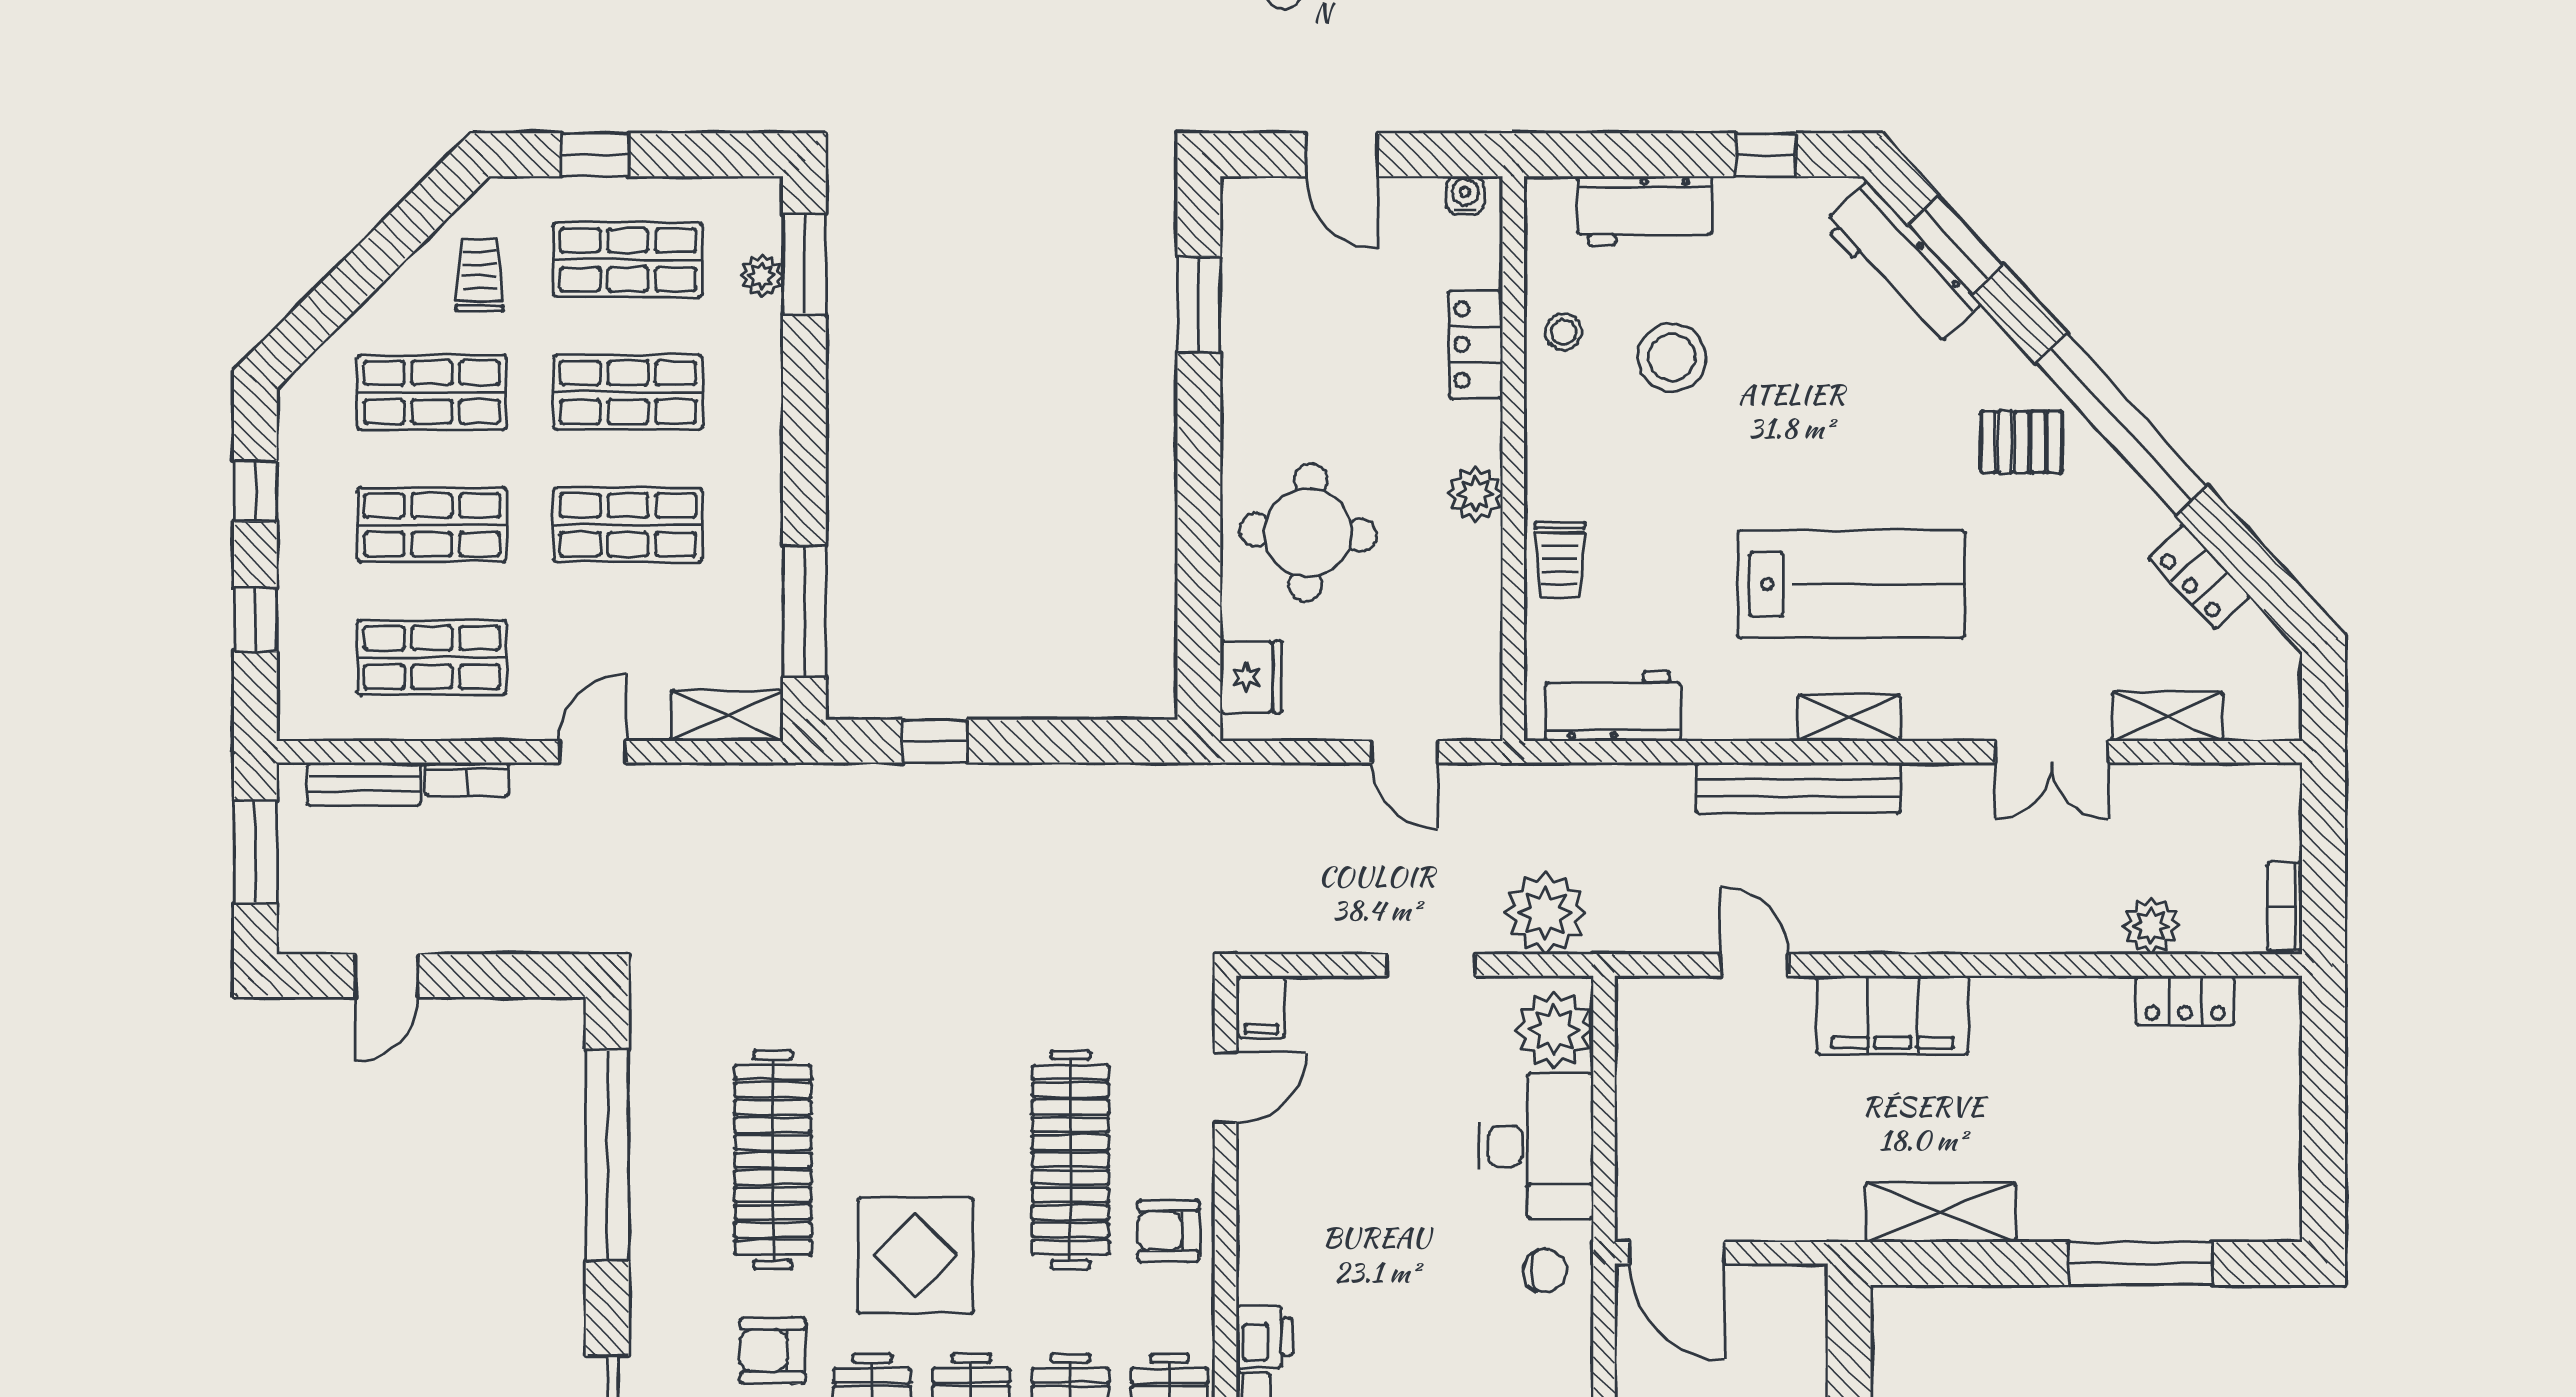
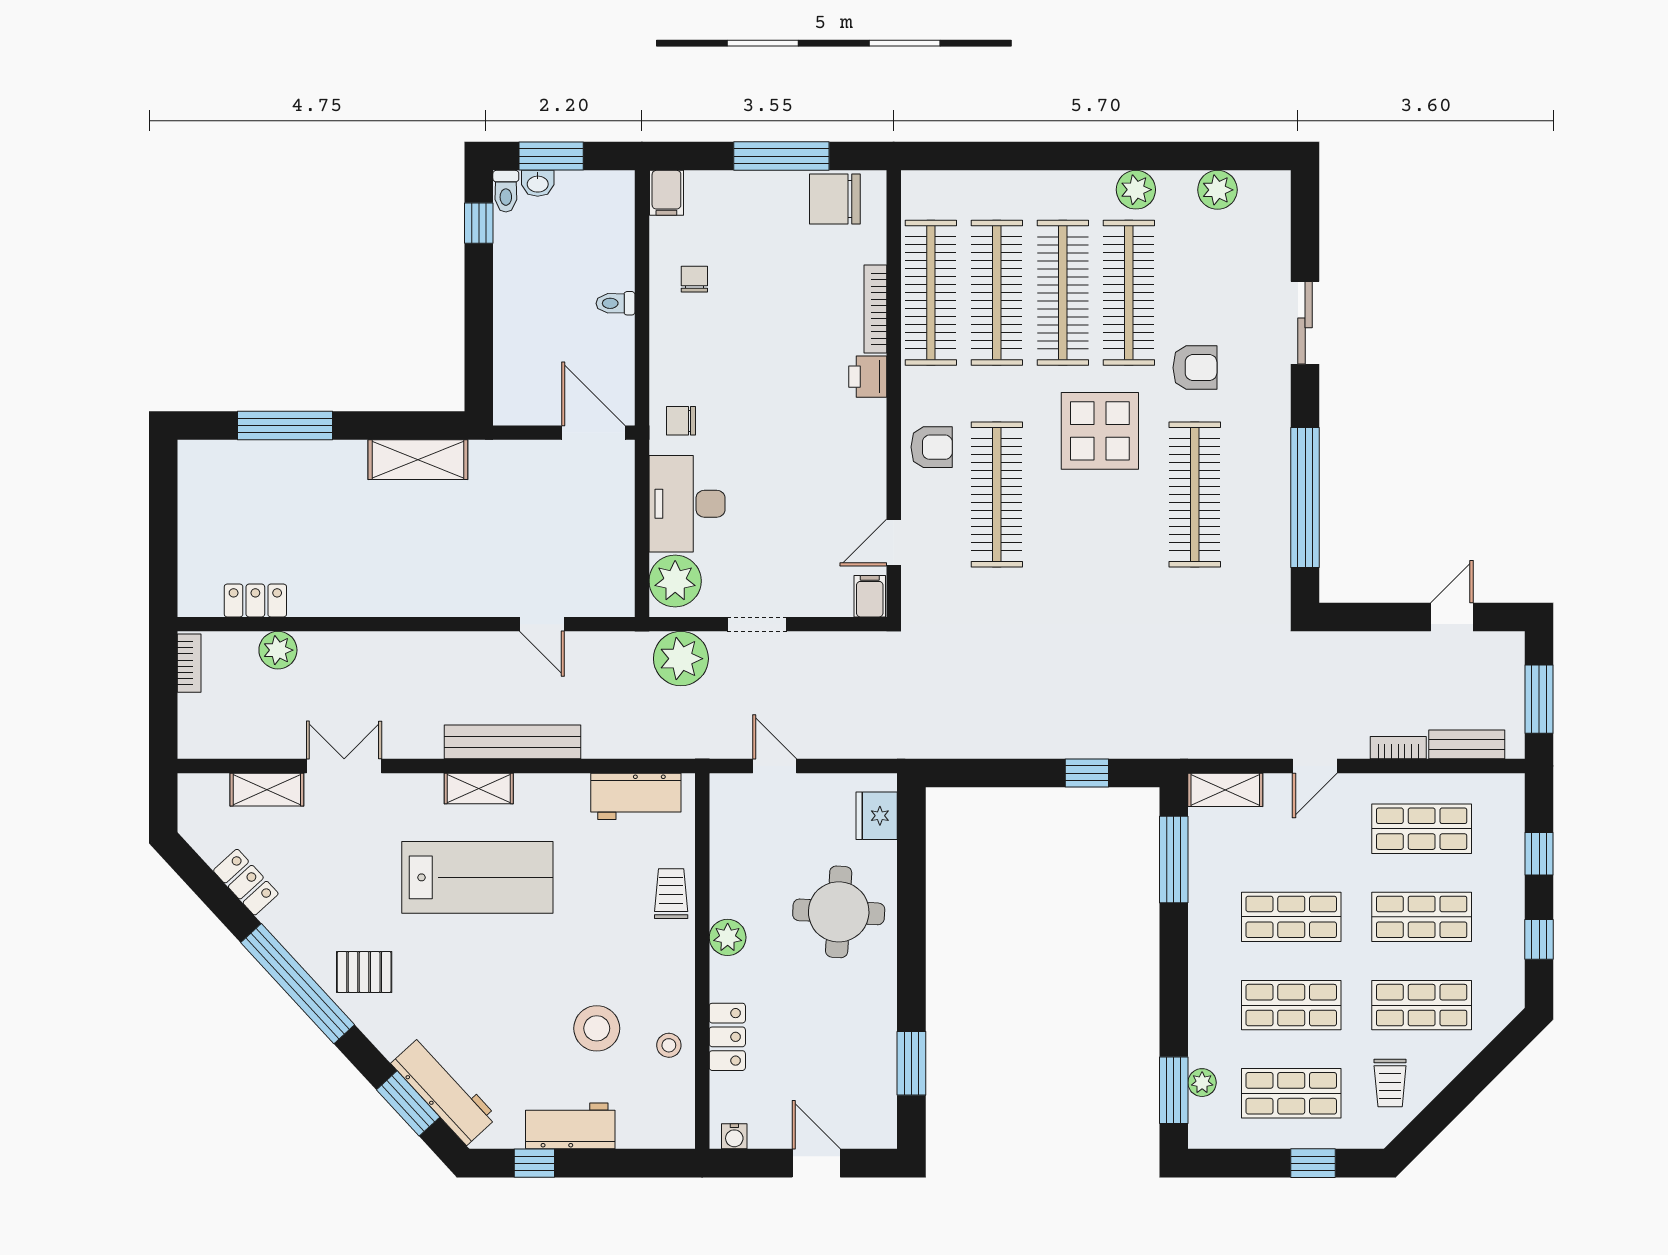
workbench: (1645, 211) -> (570, 1126), moved
lab bench: (1851, 584) -> (477, 877), turned 180
filing cabinet: (1893, 1015) -> (450, 591), removed

